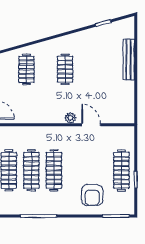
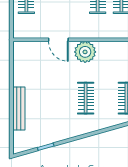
plant: (70, 118) -> (85, 52), width x1.88, depth x1.88

